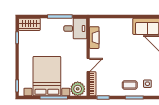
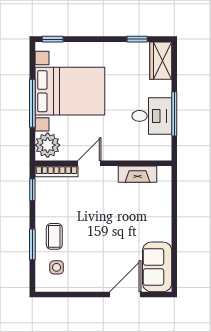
desk: (75, 29) -> (152, 116), moved, turned -90
door: (88, 65) -> (89, 163), swing flipped

